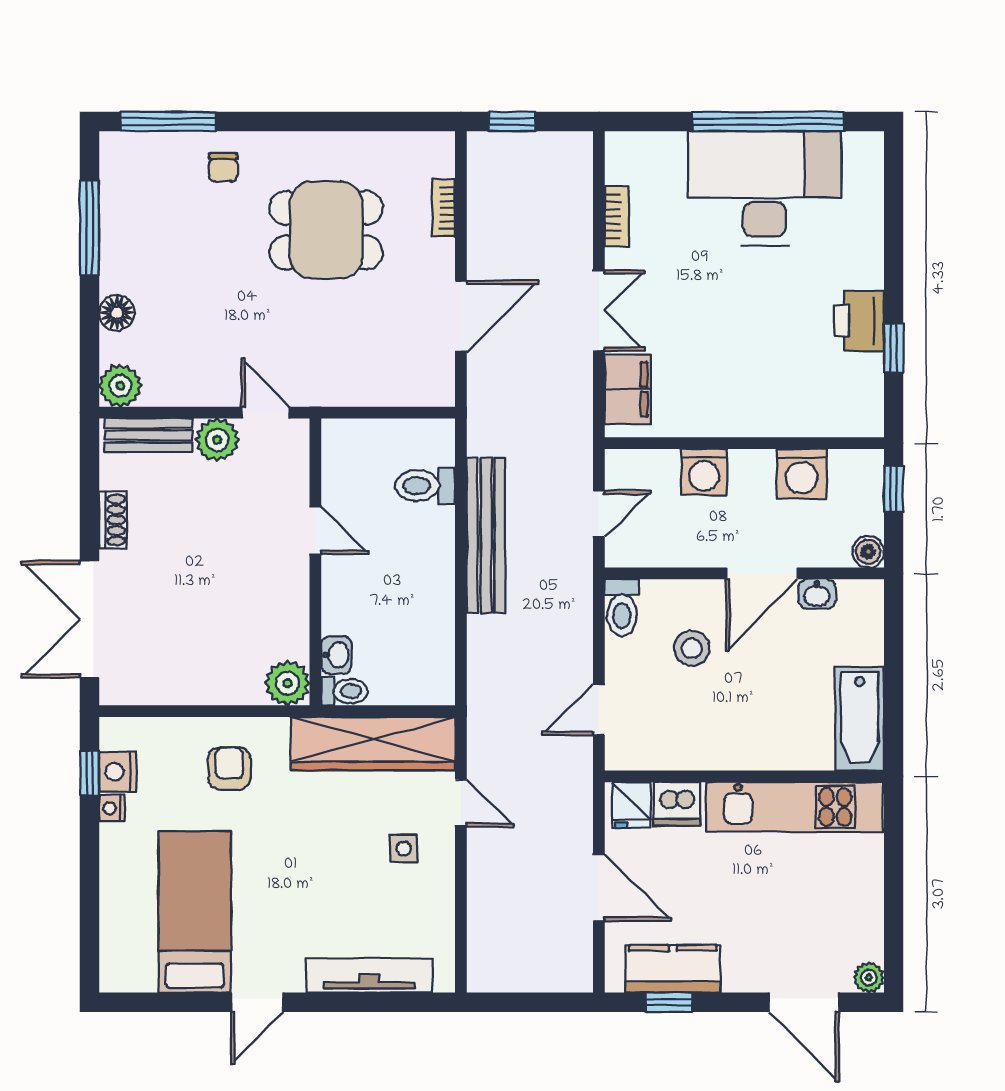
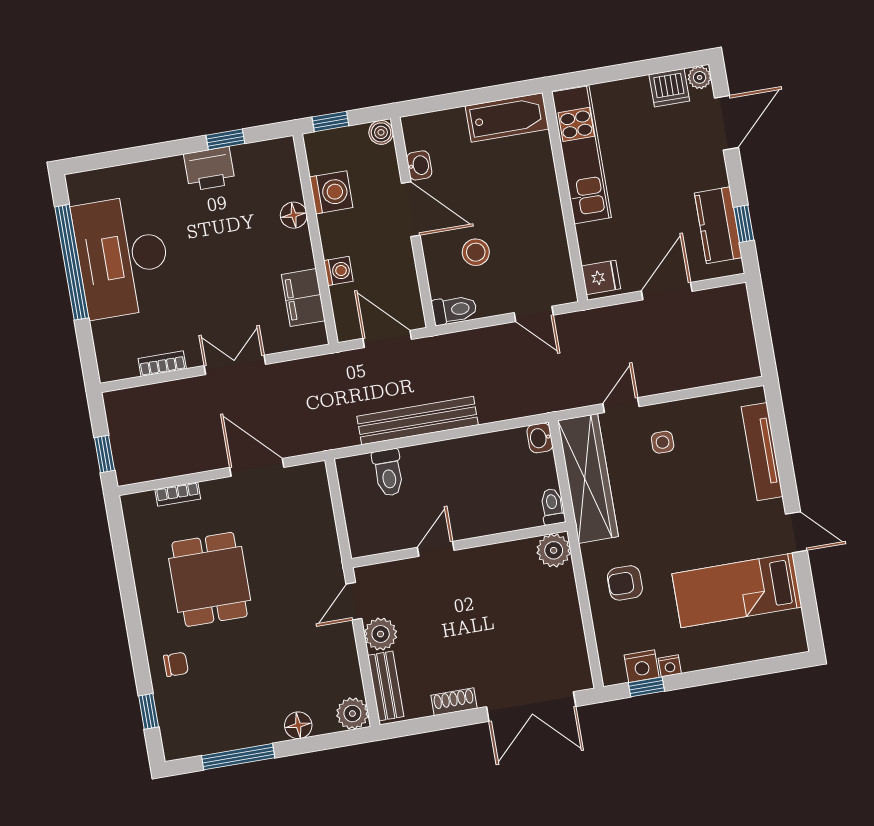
window: (168, 122) -> (149, 711), width x0.46
filing cabinet: (628, 389) -> (303, 298), moved, turned -90
floor lamp: (780, 420) -> (294, 215), added
washing machine: (704, 472) -> (338, 271), width x0.73, depth x0.73
door: (599, 514) -> (387, 339), width x1.38
washbasin: (336, 655) -> (540, 438), moved, turned -90
dishwasher: (677, 804) -> (669, 88), moved, turned 90

